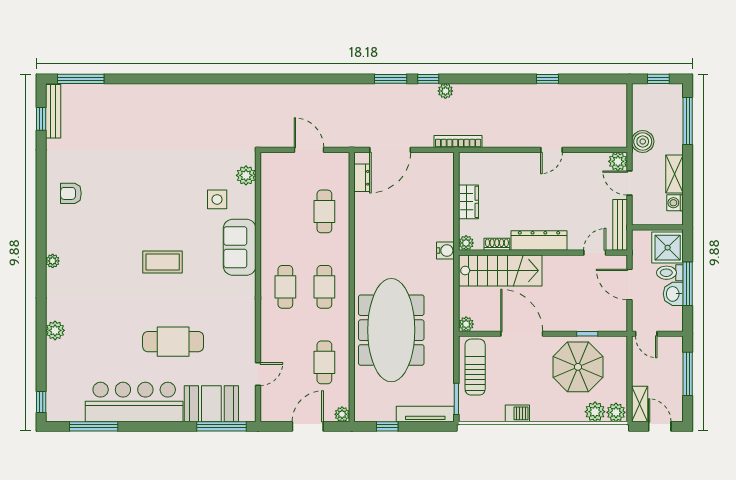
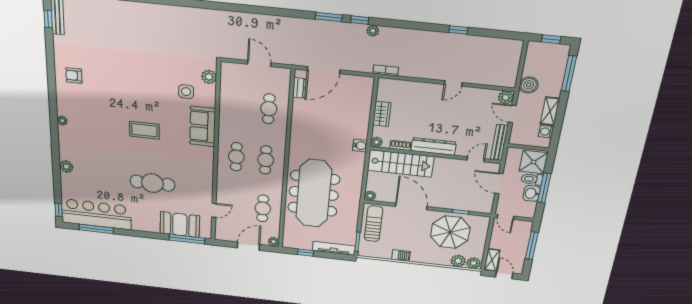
bookcase: (458, 142) -> (386, 70), width x0.64
bar counter: (134, 402) -> (96, 214), moved

